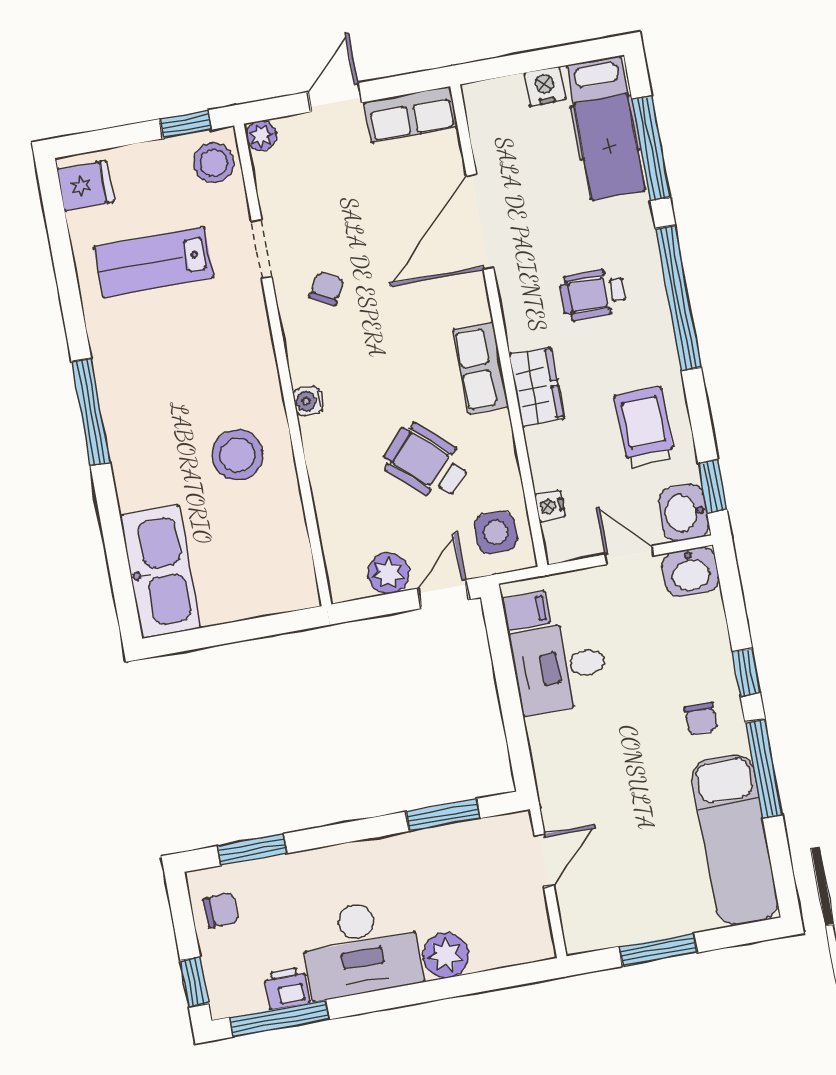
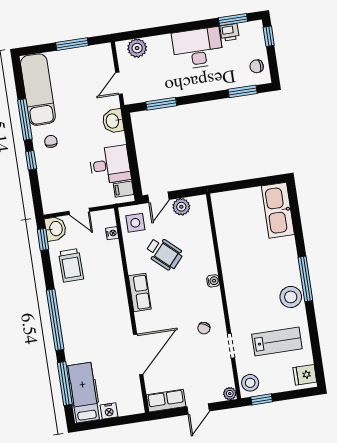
wheelchair: (593, 294) -> (91, 322), removed
wardrobe: (536, 387) -> (116, 284), removed
stool: (237, 455) -> (291, 297), moved
washbasin: (691, 572) -> (113, 121), moved, turned -90
plant: (446, 955) -> (137, 48), moved
window: (280, 1018) -> (233, 20), width x0.69

